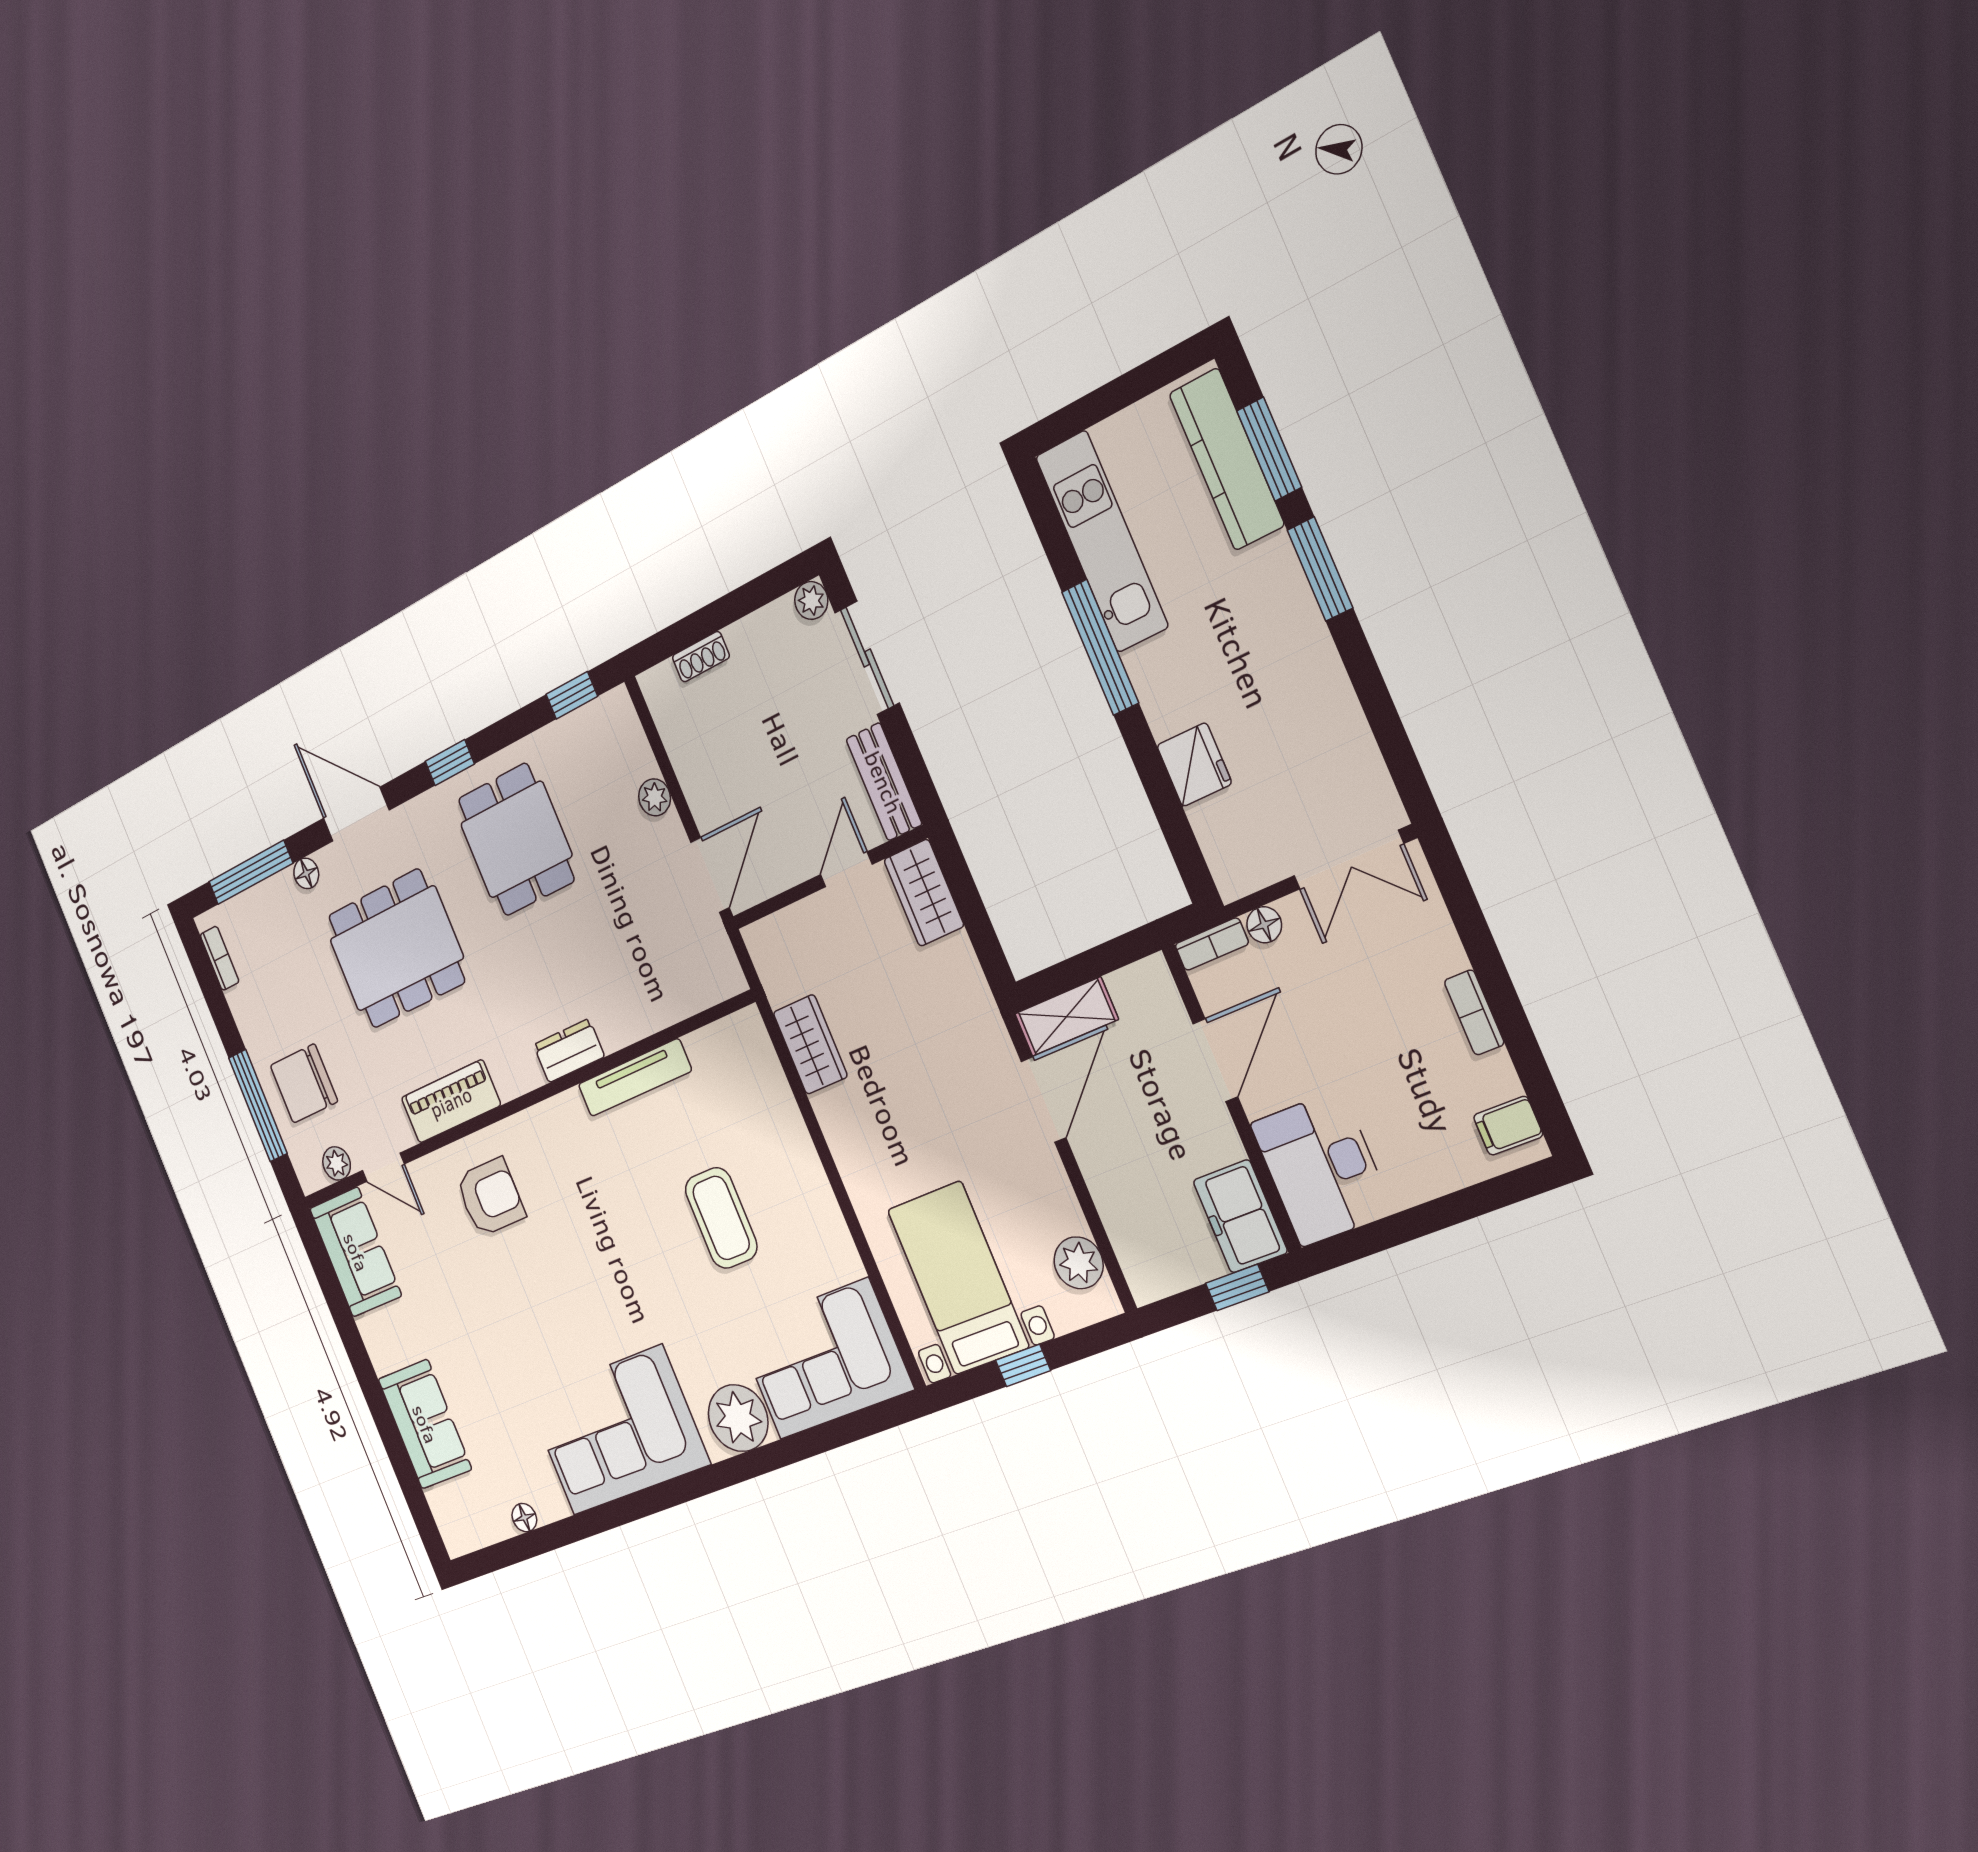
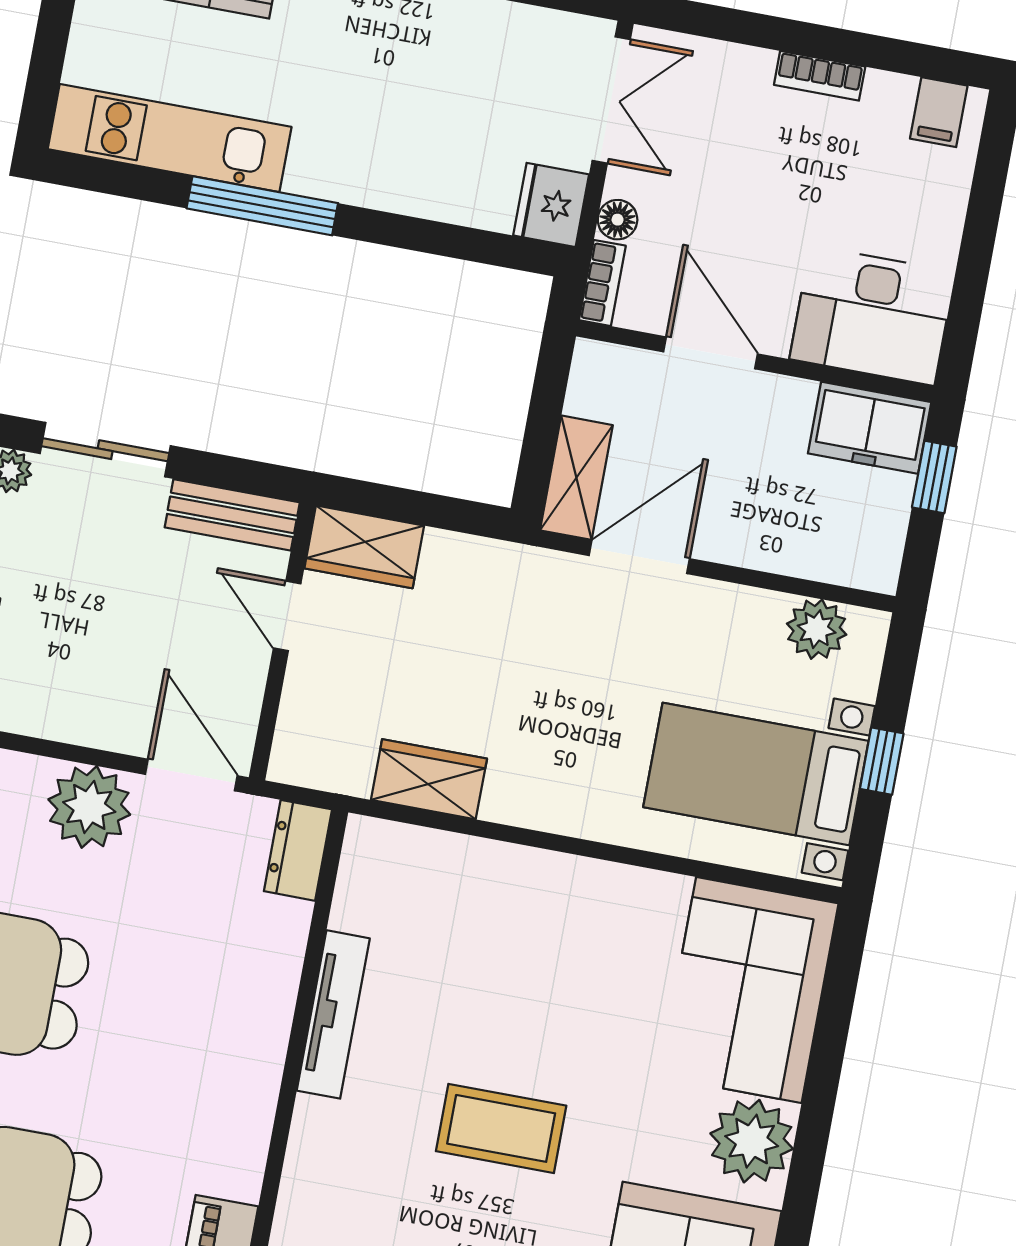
fridge: (1194, 765) -> (551, 205), moved, turned -90
plant: (655, 797) -> (89, 807), width x1.88, depth x1.88
dresser: (569, 1051) -> (298, 850), moved
door: (1044, 1099) -> (639, 557), hinge flipped
coffee table: (721, 1218) -> (501, 1128), moved

